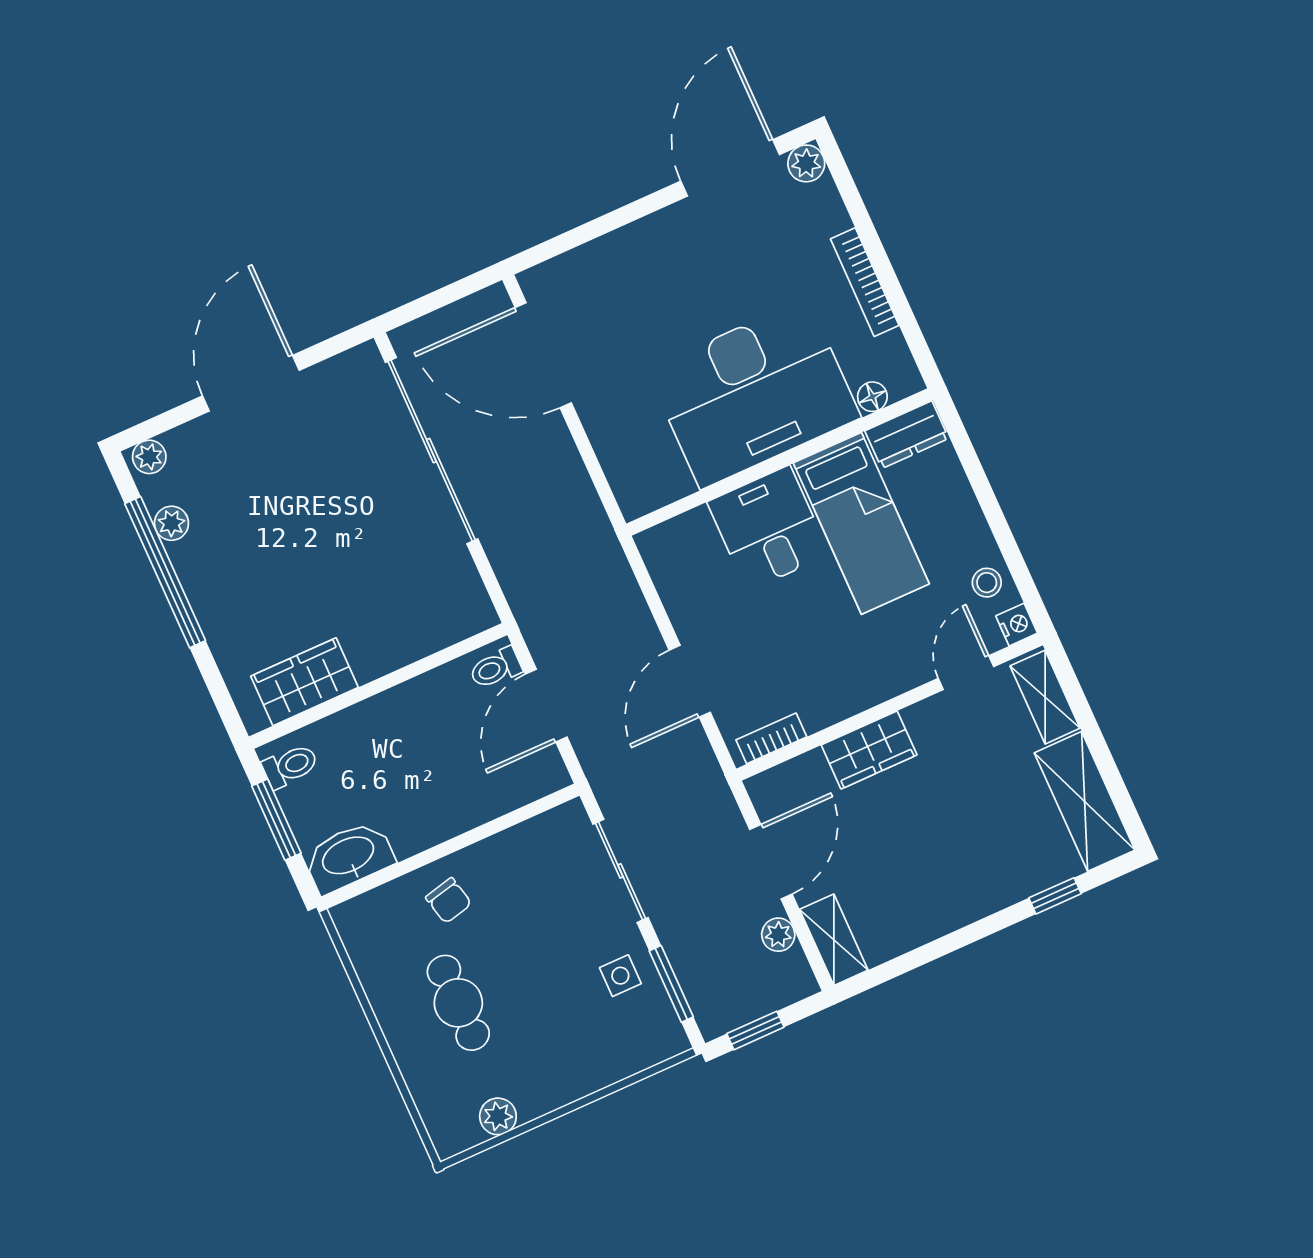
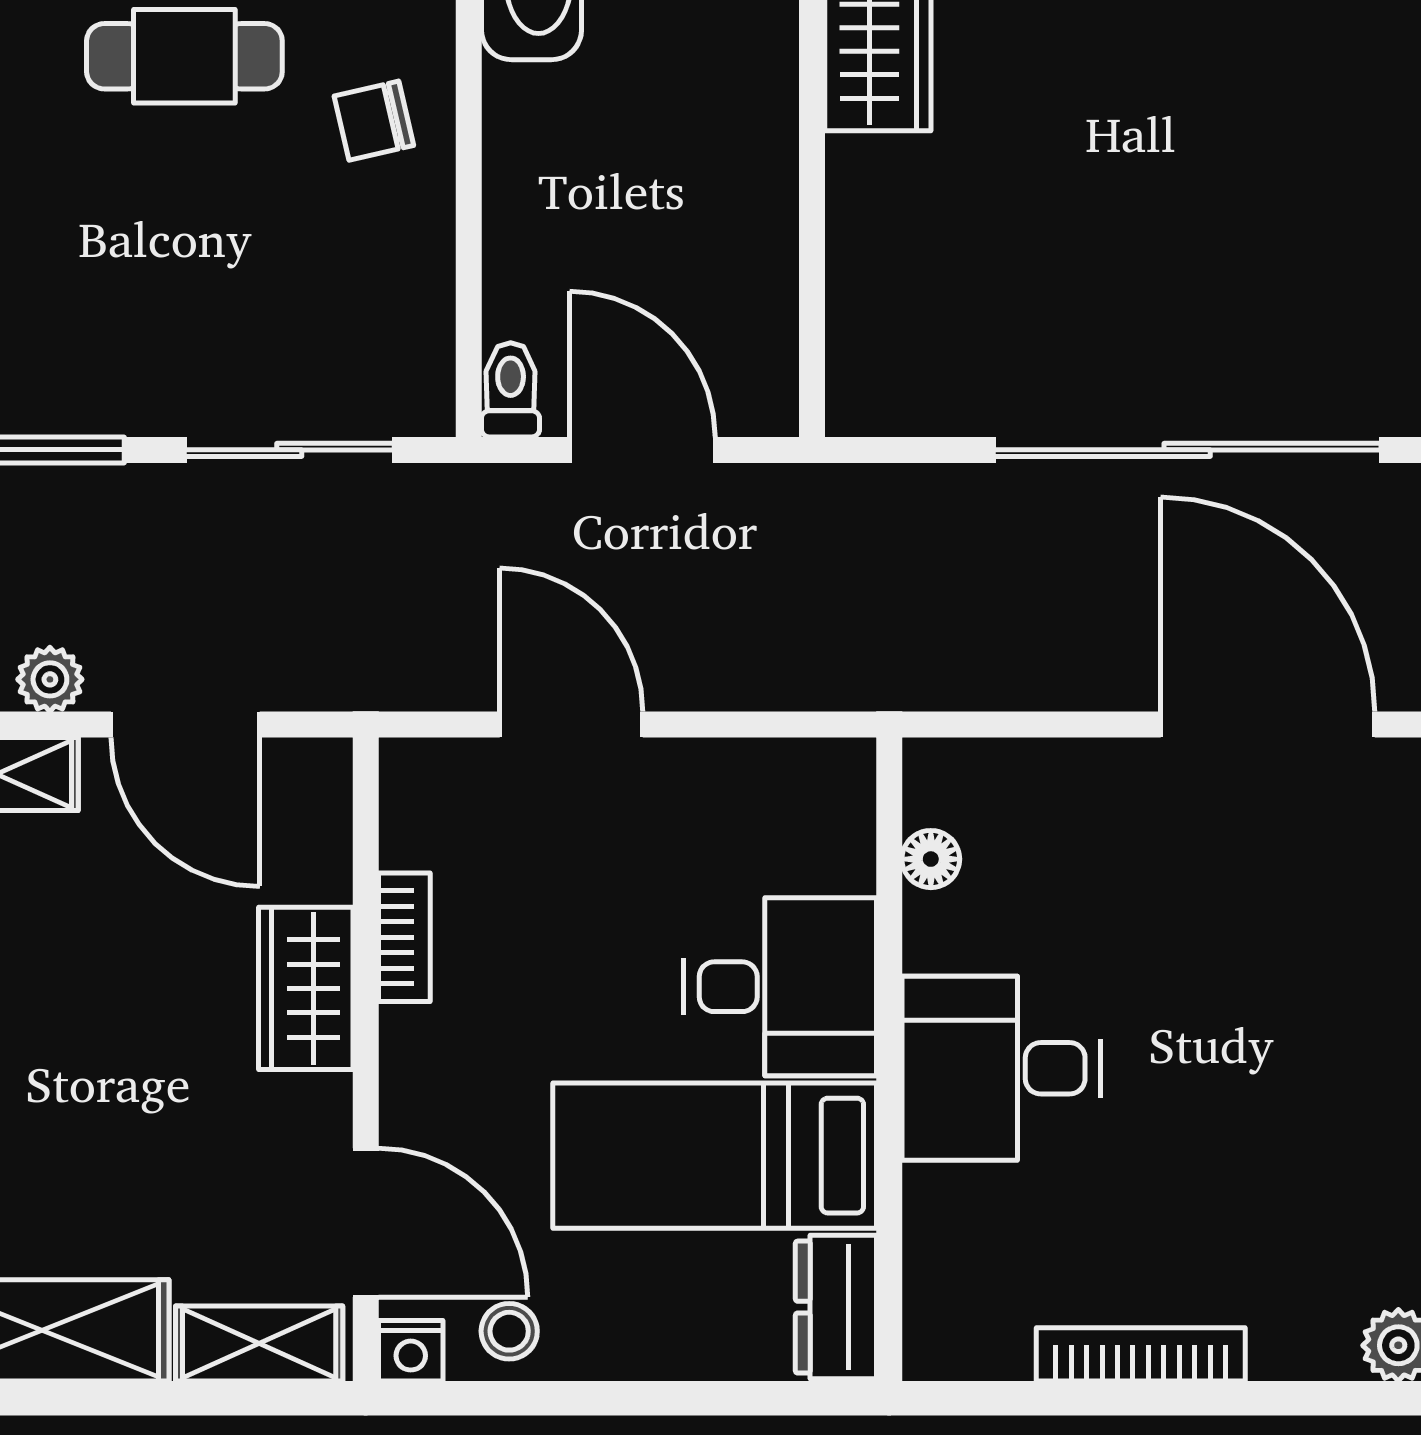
door: (543, 355) -> (1268, 725), hinge flipped
desk: (754, 394) -> (1001, 1068), width x0.53, depth x0.77
floor lamp: (872, 397) -> (931, 859), moved
toilet: (496, 668) -> (511, 390), moved
door: (966, 673) -> (366, 1223), width x1.38
bookcase: (771, 738) -> (404, 937), moved
side table: (620, 976) -> (103, 366), removed

